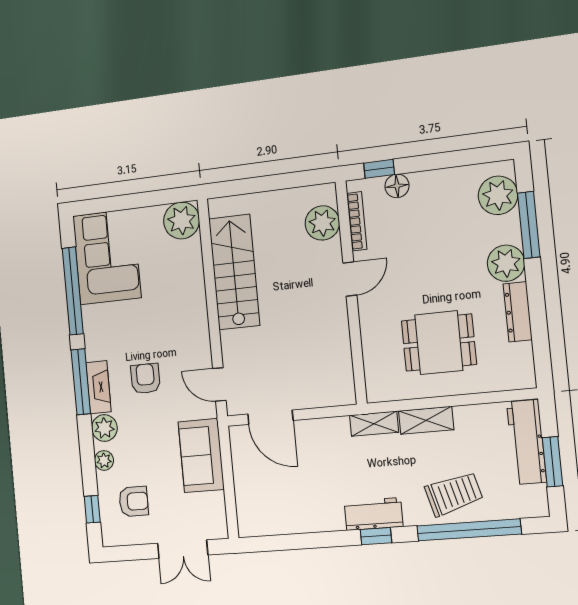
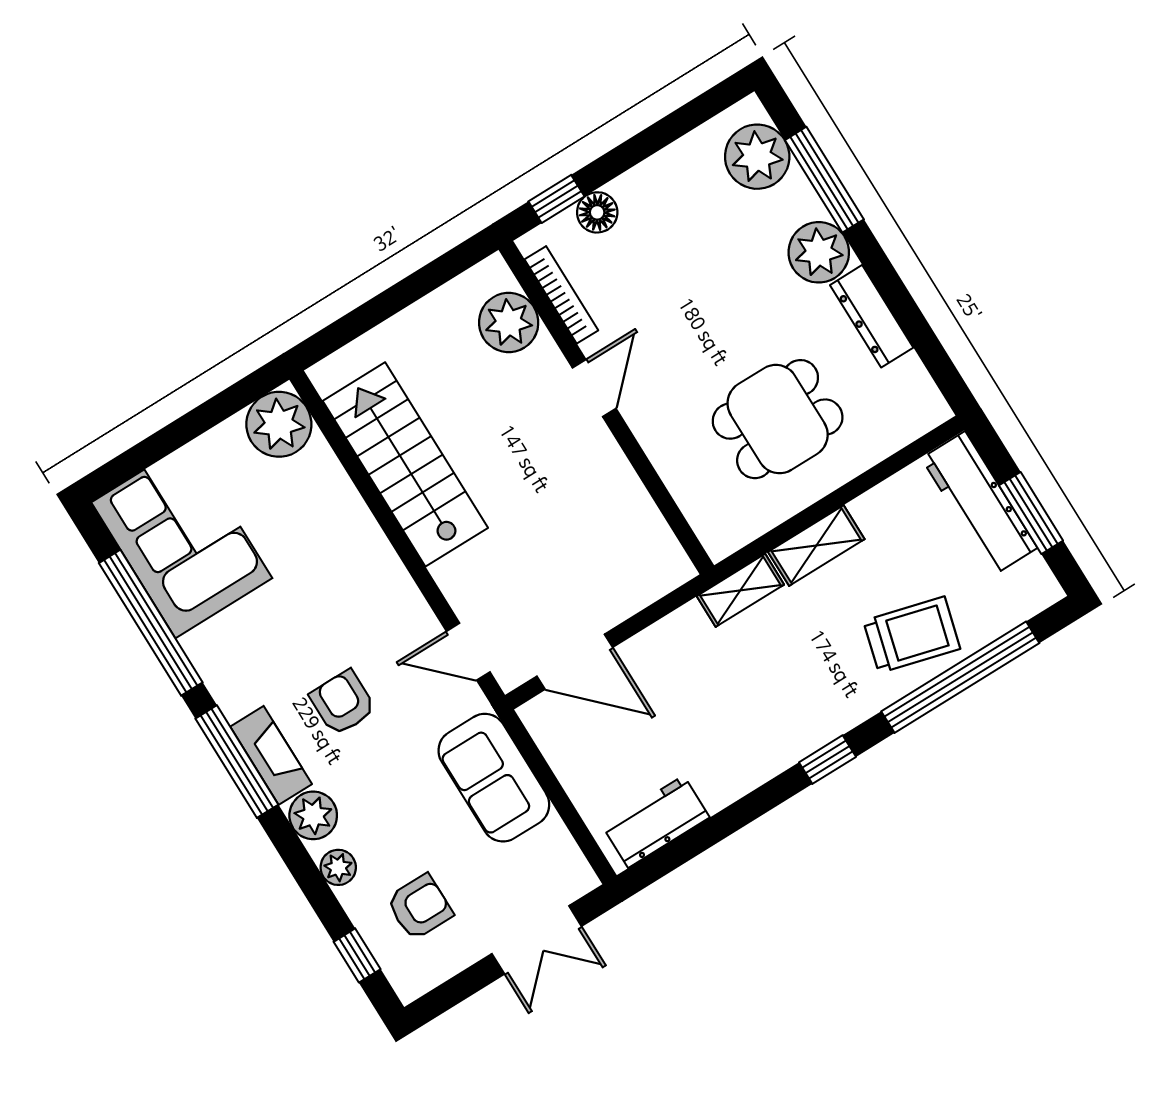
trolley: (454, 494) -> (912, 635), turned 30
workbench: (374, 514) -> (656, 822), moved

